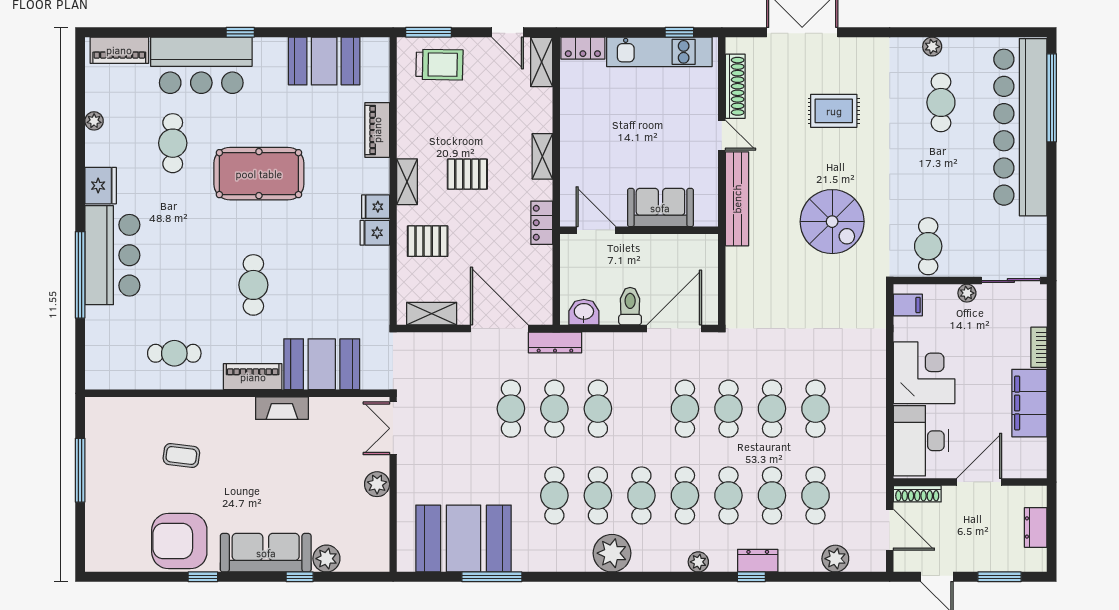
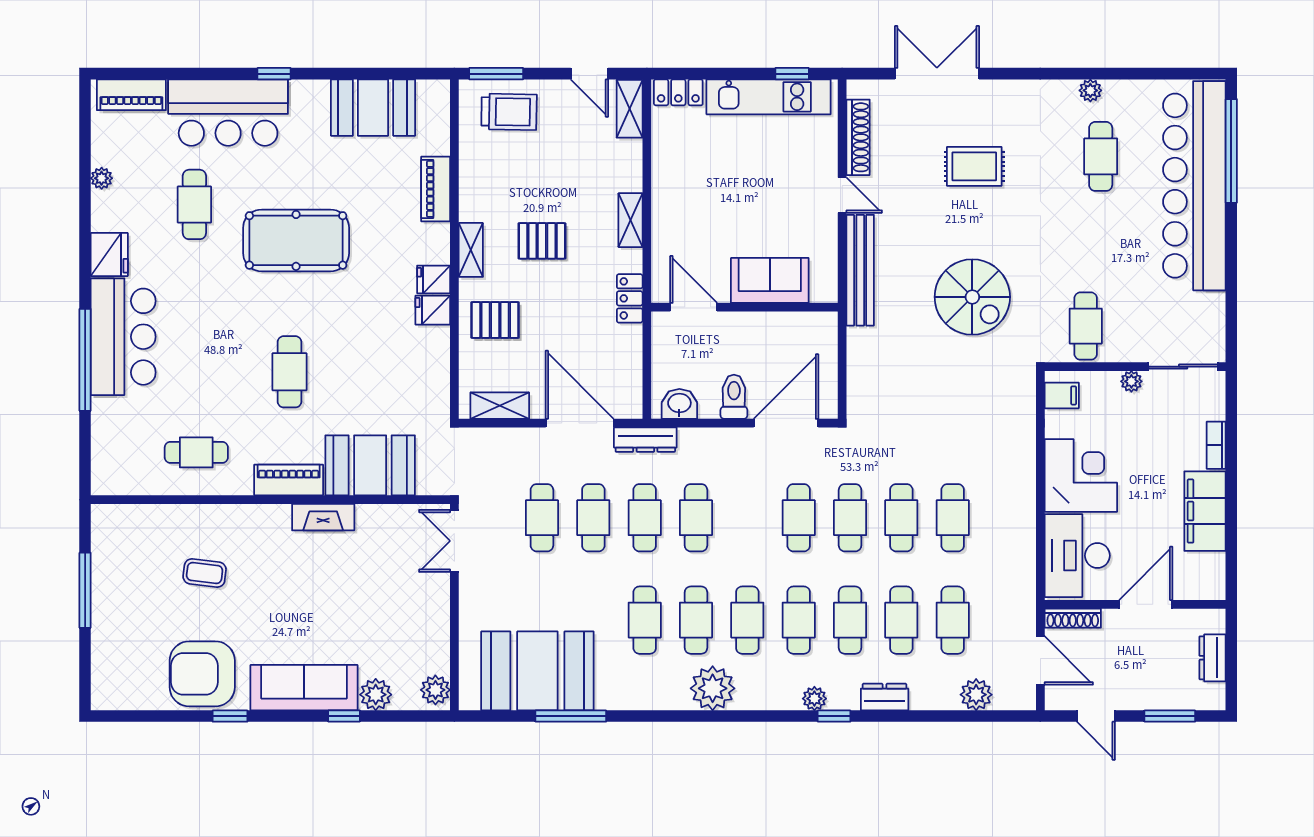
cafe table: (467, 409) -> (542, 518), added
plant: (377, 484) -> (435, 690), moved
window: (751, 577) -> (834, 716), moved

